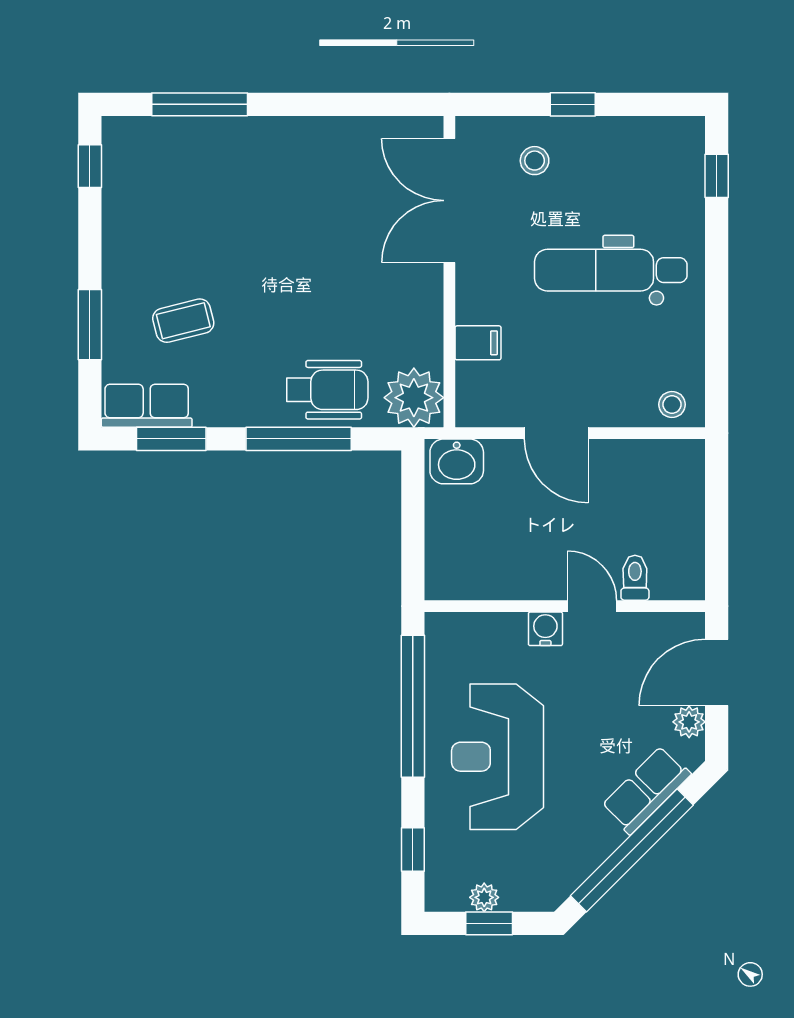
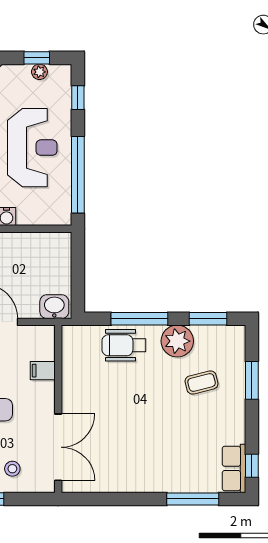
plant: (414, 398) -> (177, 341), moved
row of seats: (147, 406) -> (234, 468), moved, turned 90

